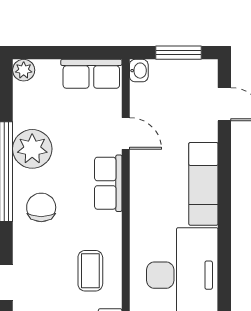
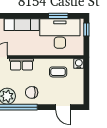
window: (224, 271) -> (58, 16), added

